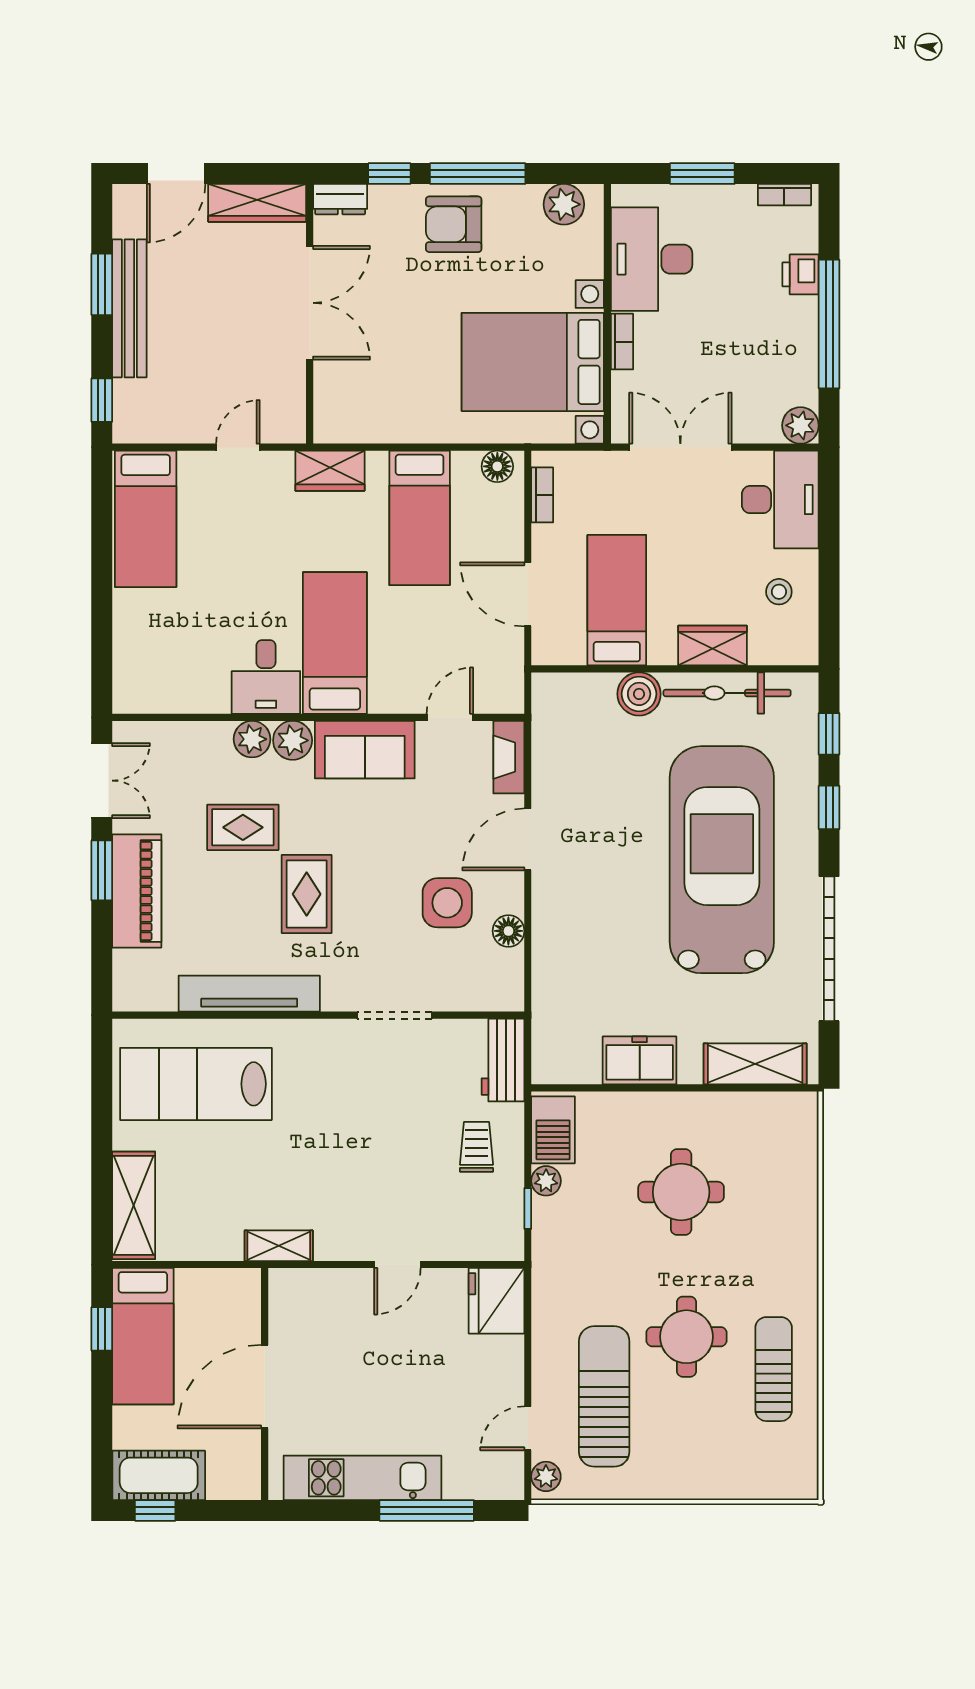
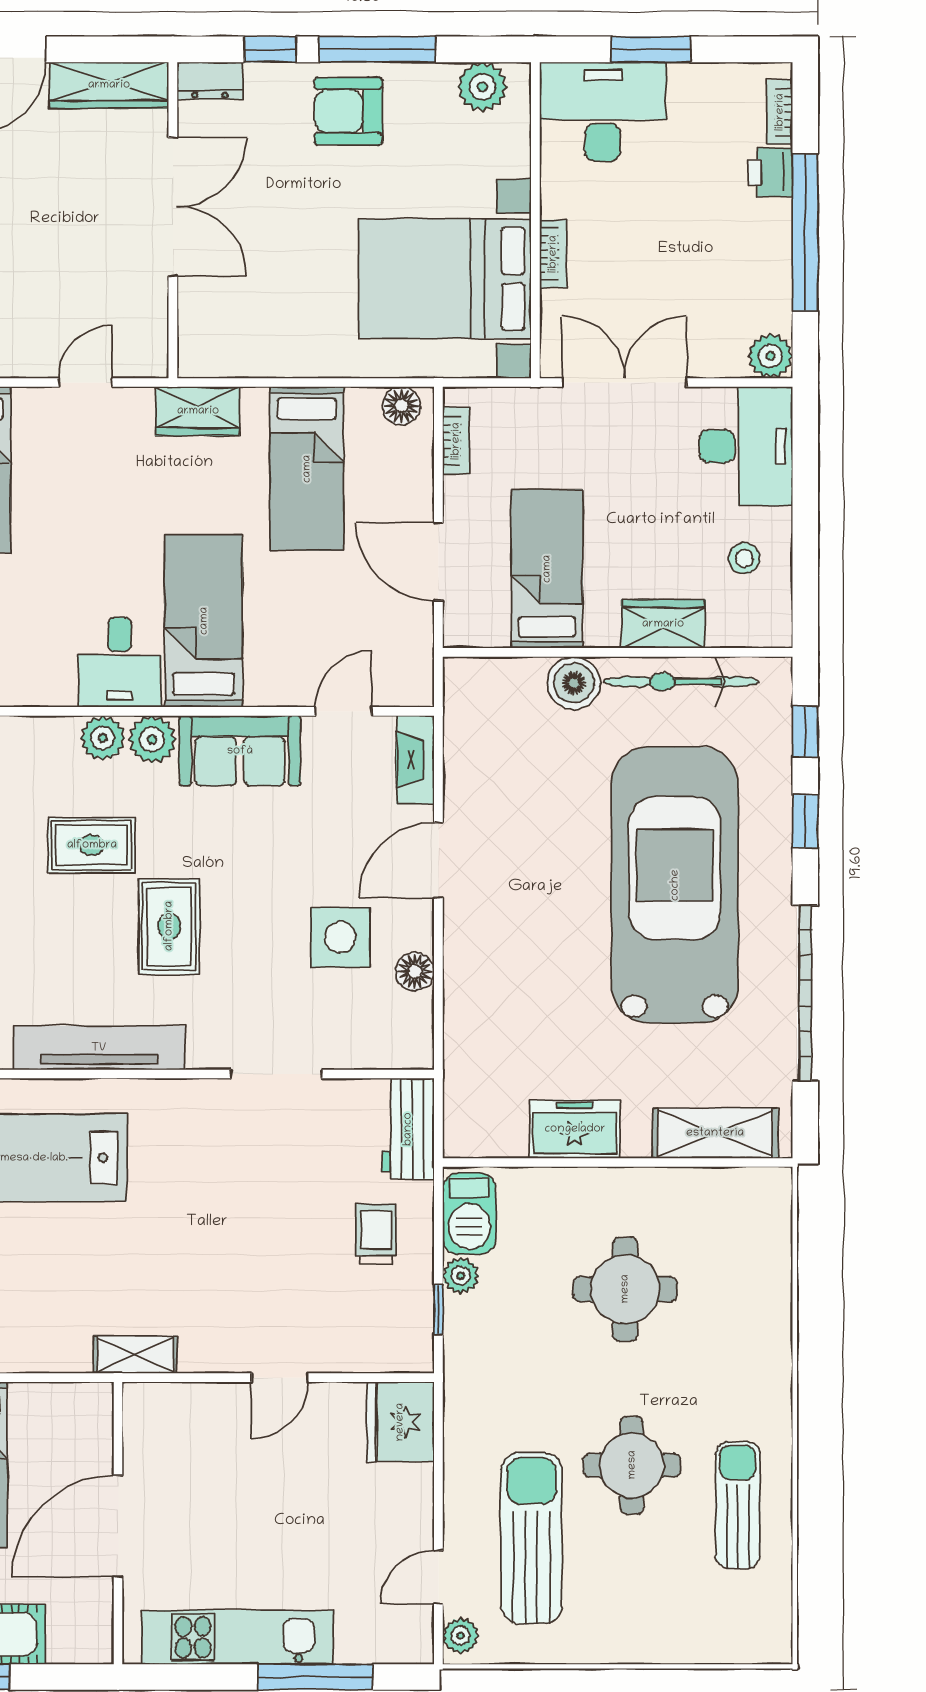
bookcase: (784, 195) -> (780, 112), moved, turned 90
desk: (652, 259) -> (603, 112), moved, turned 90

